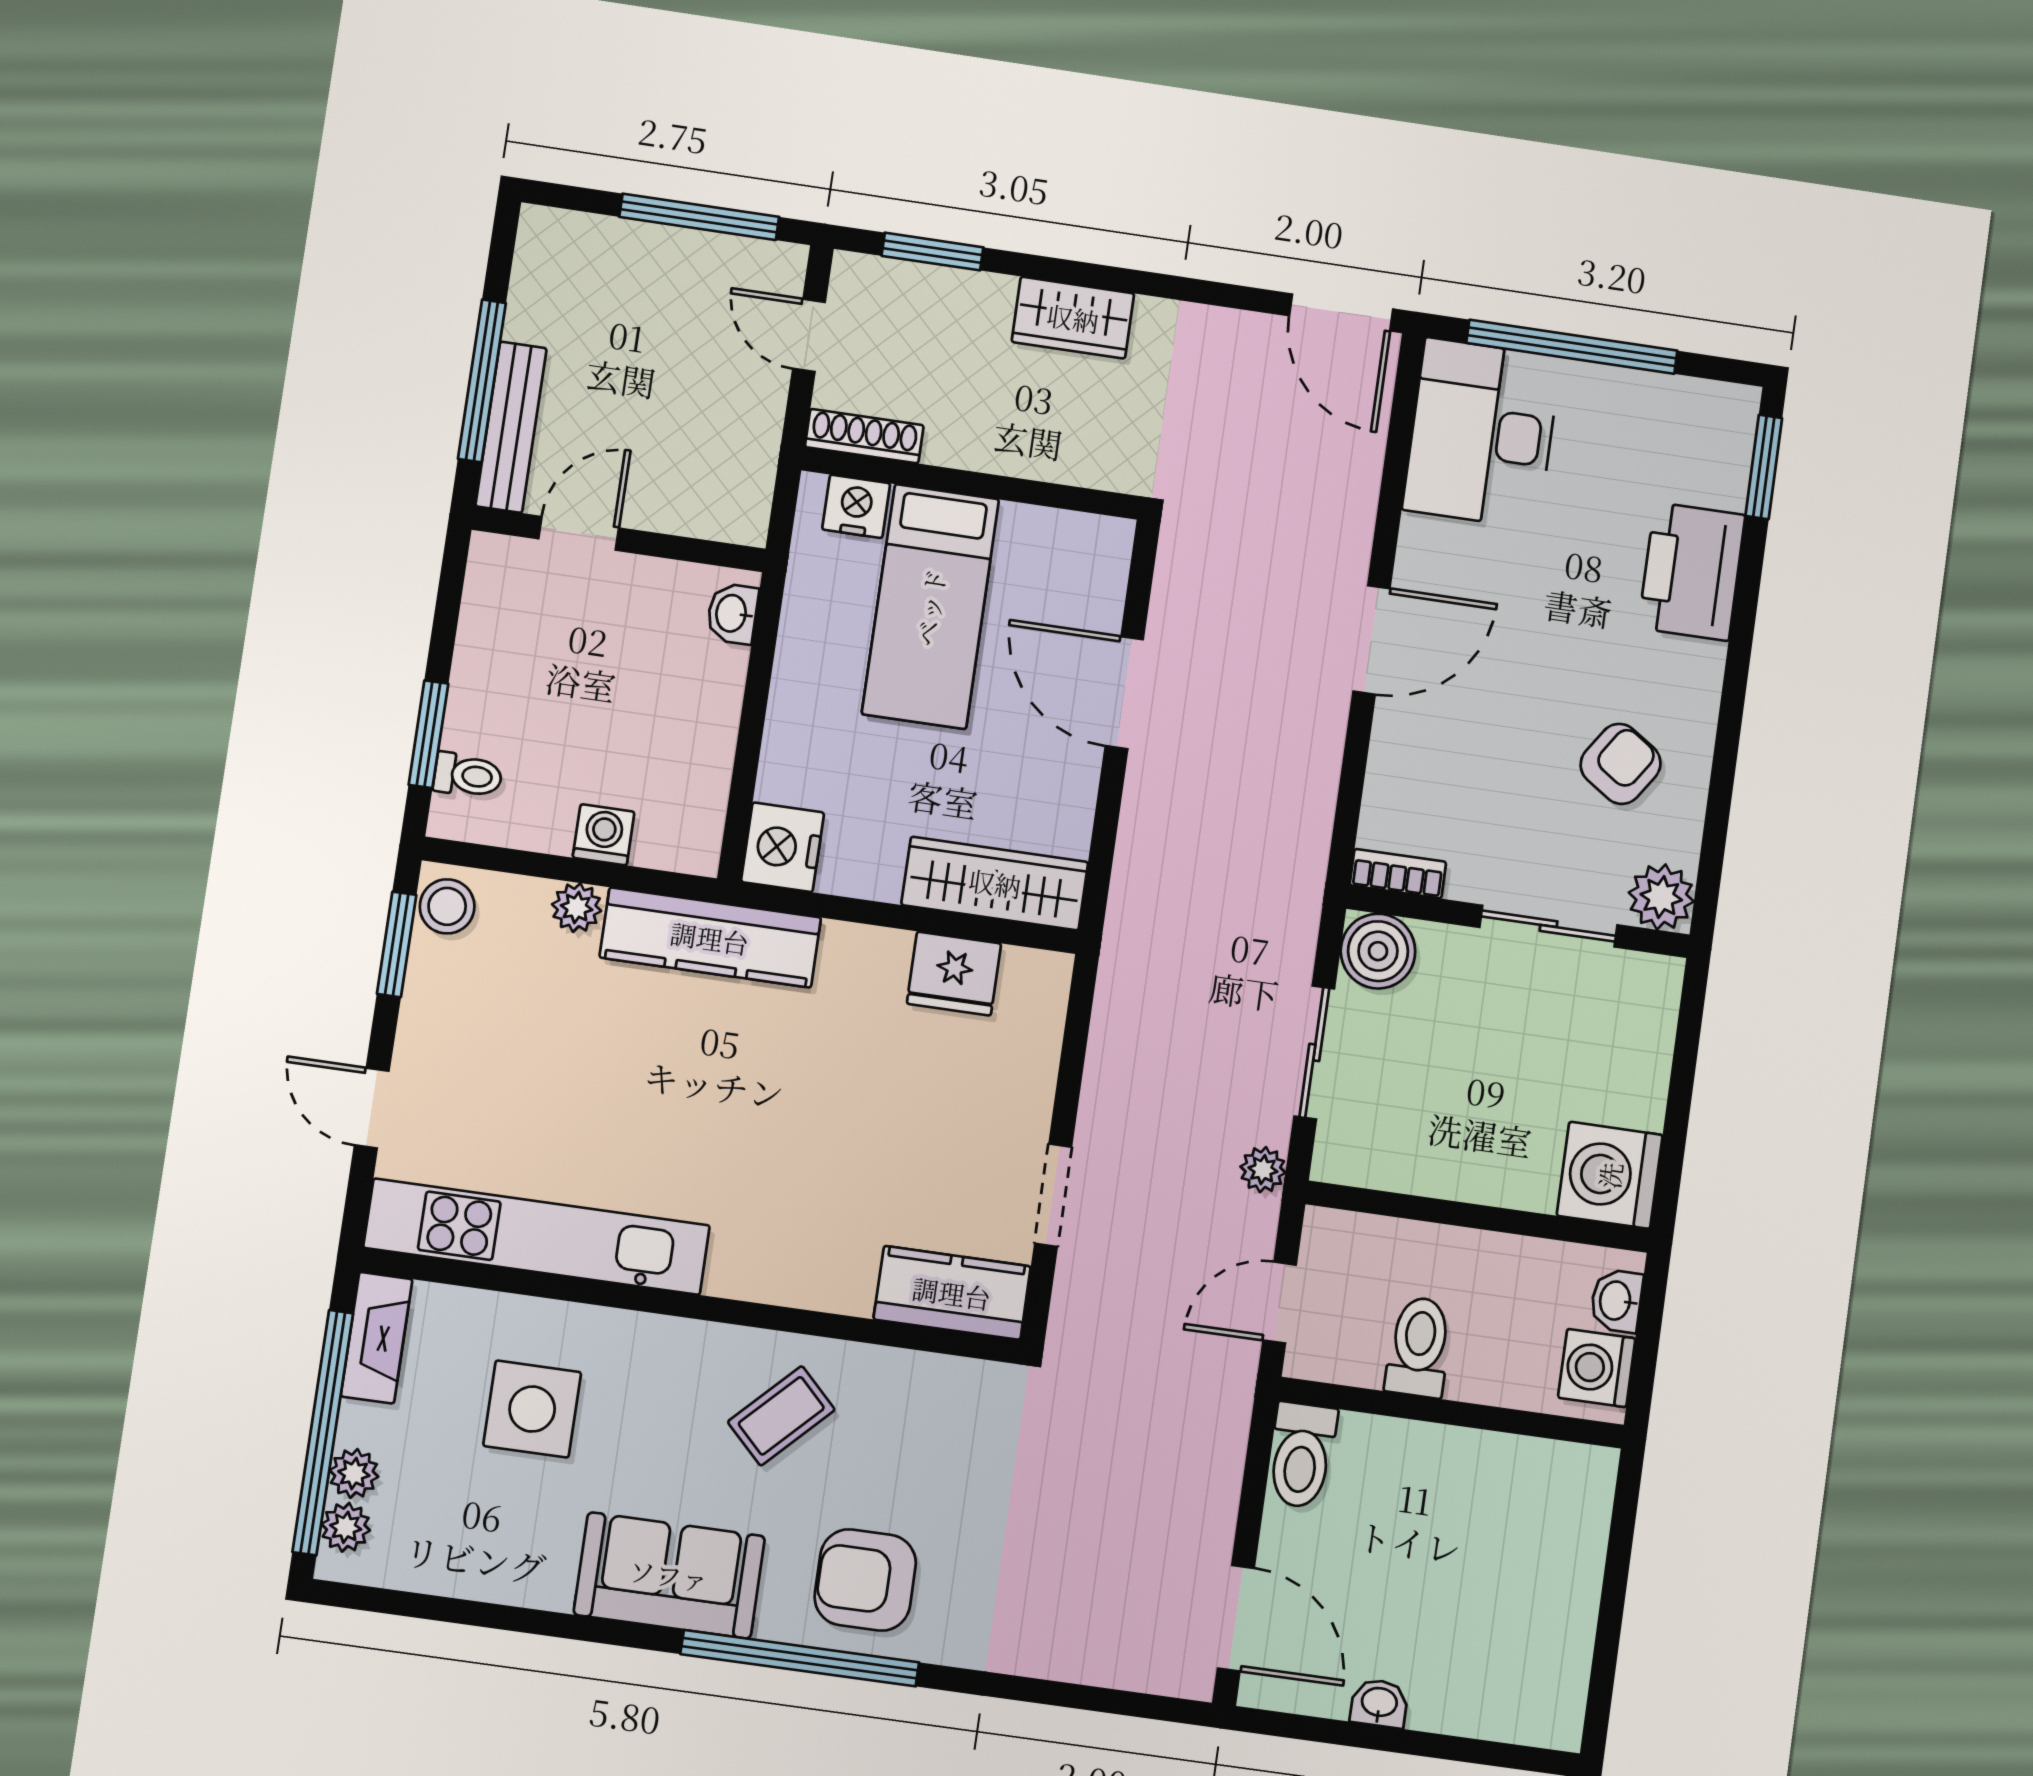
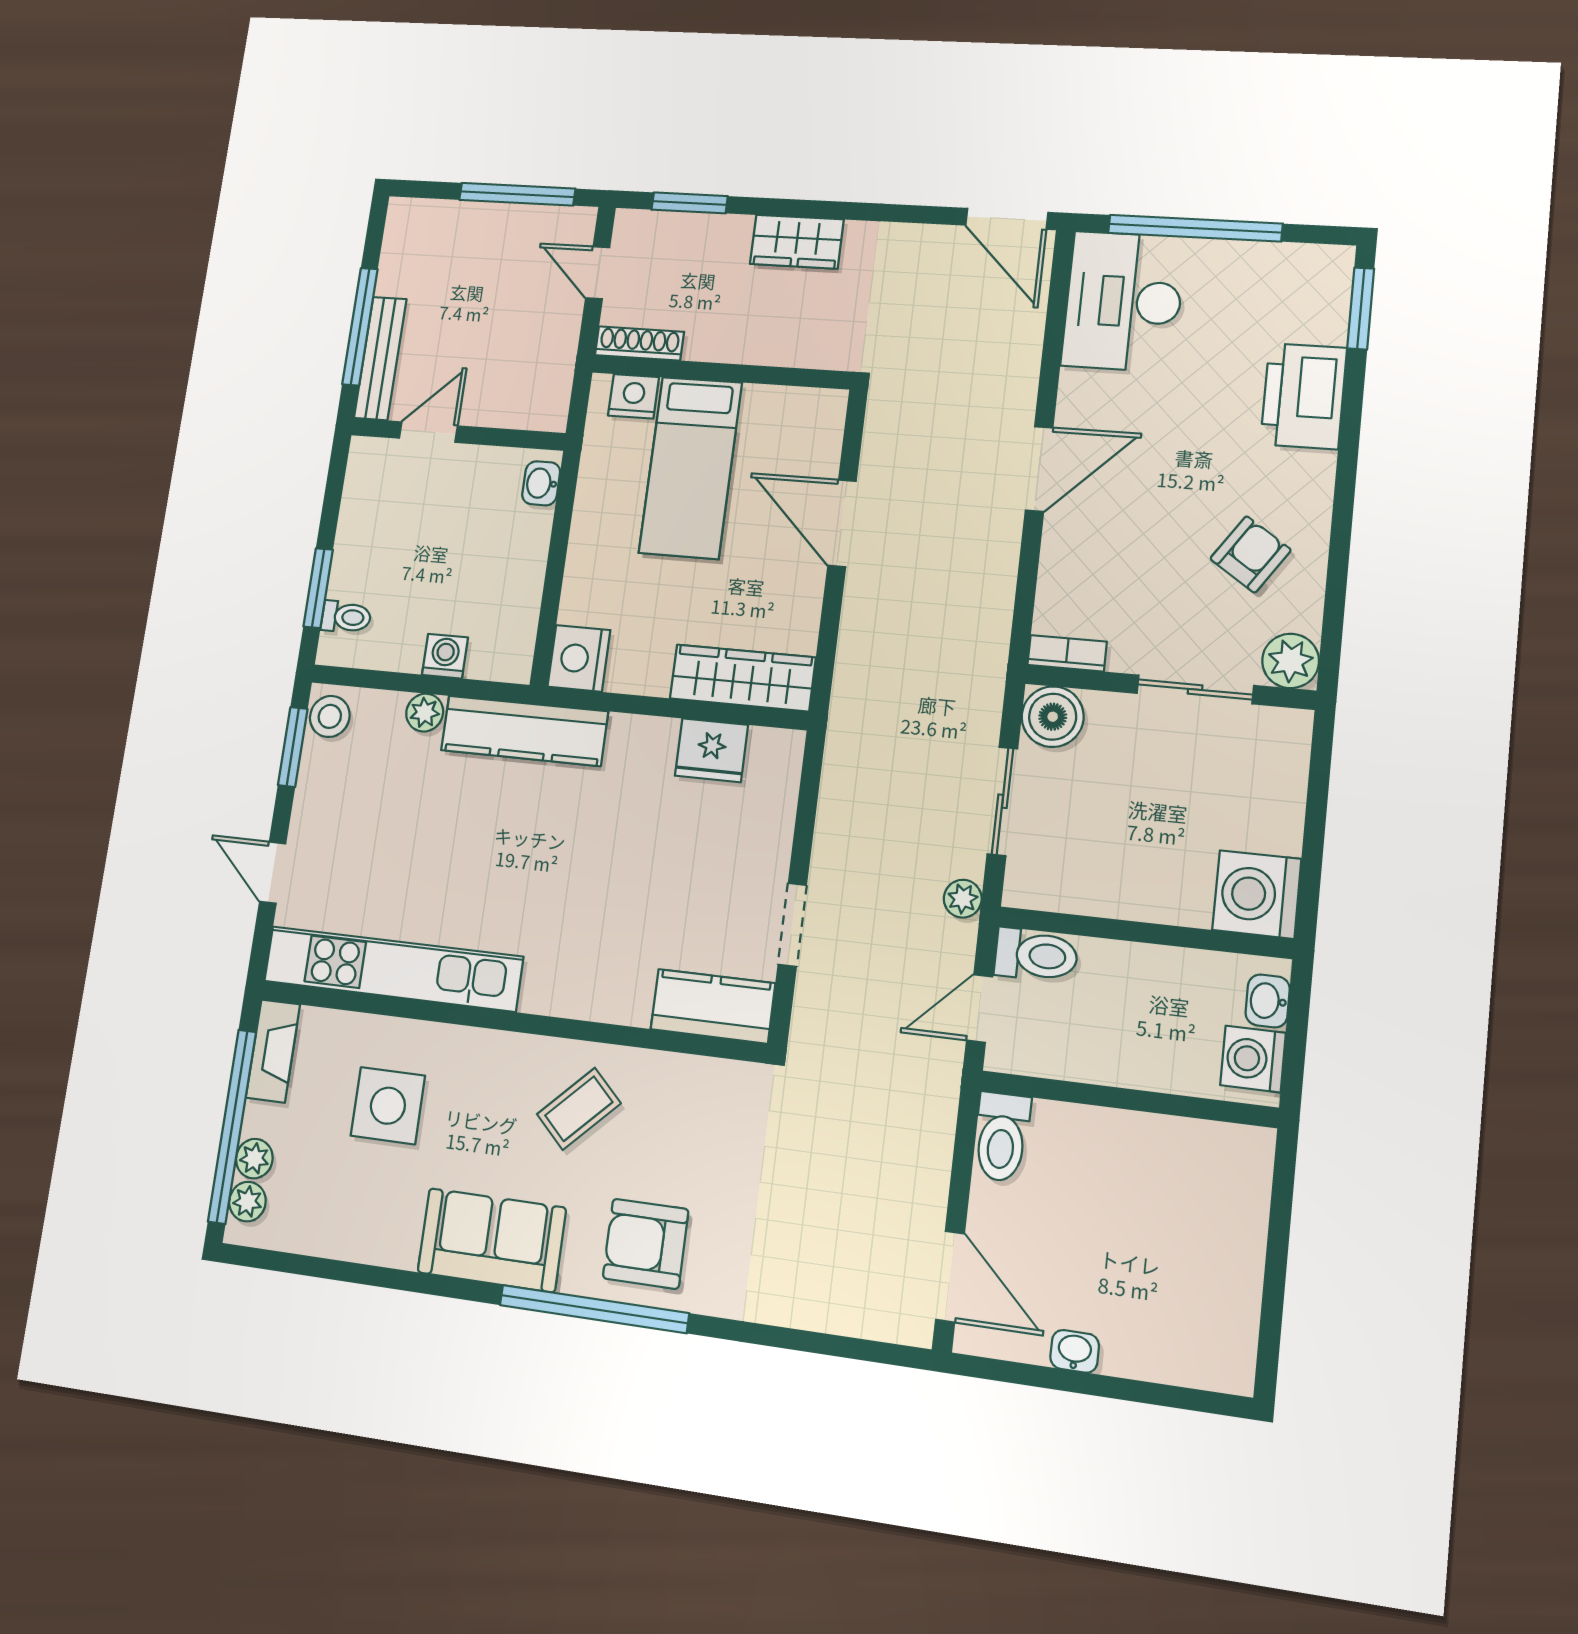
toilet: (1419, 1347) -> (1036, 955), moved, turned 90

